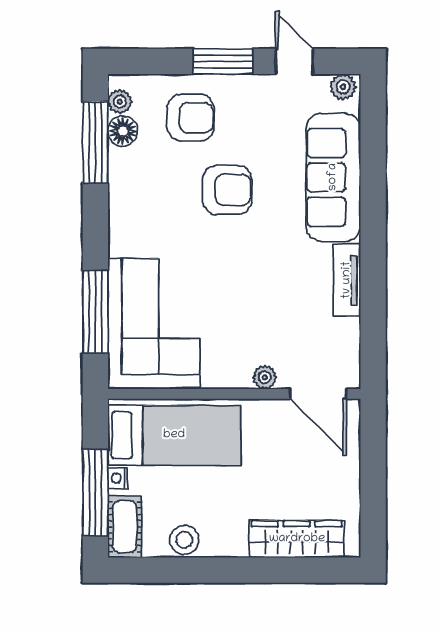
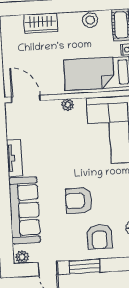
armchair: (191, 118) -> (99, 237), turned -90
plant: (265, 377) -> (68, 105), moved
wardrobe: (297, 539) -> (41, 23), width x0.67

